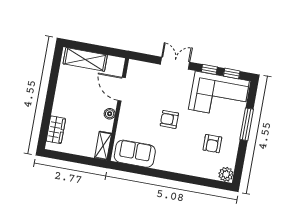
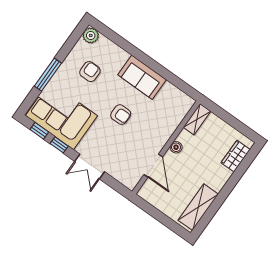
shelving: (85, 59) -> (198, 207), moved, turned 90
sofa: (135, 154) -> (142, 77), moved

